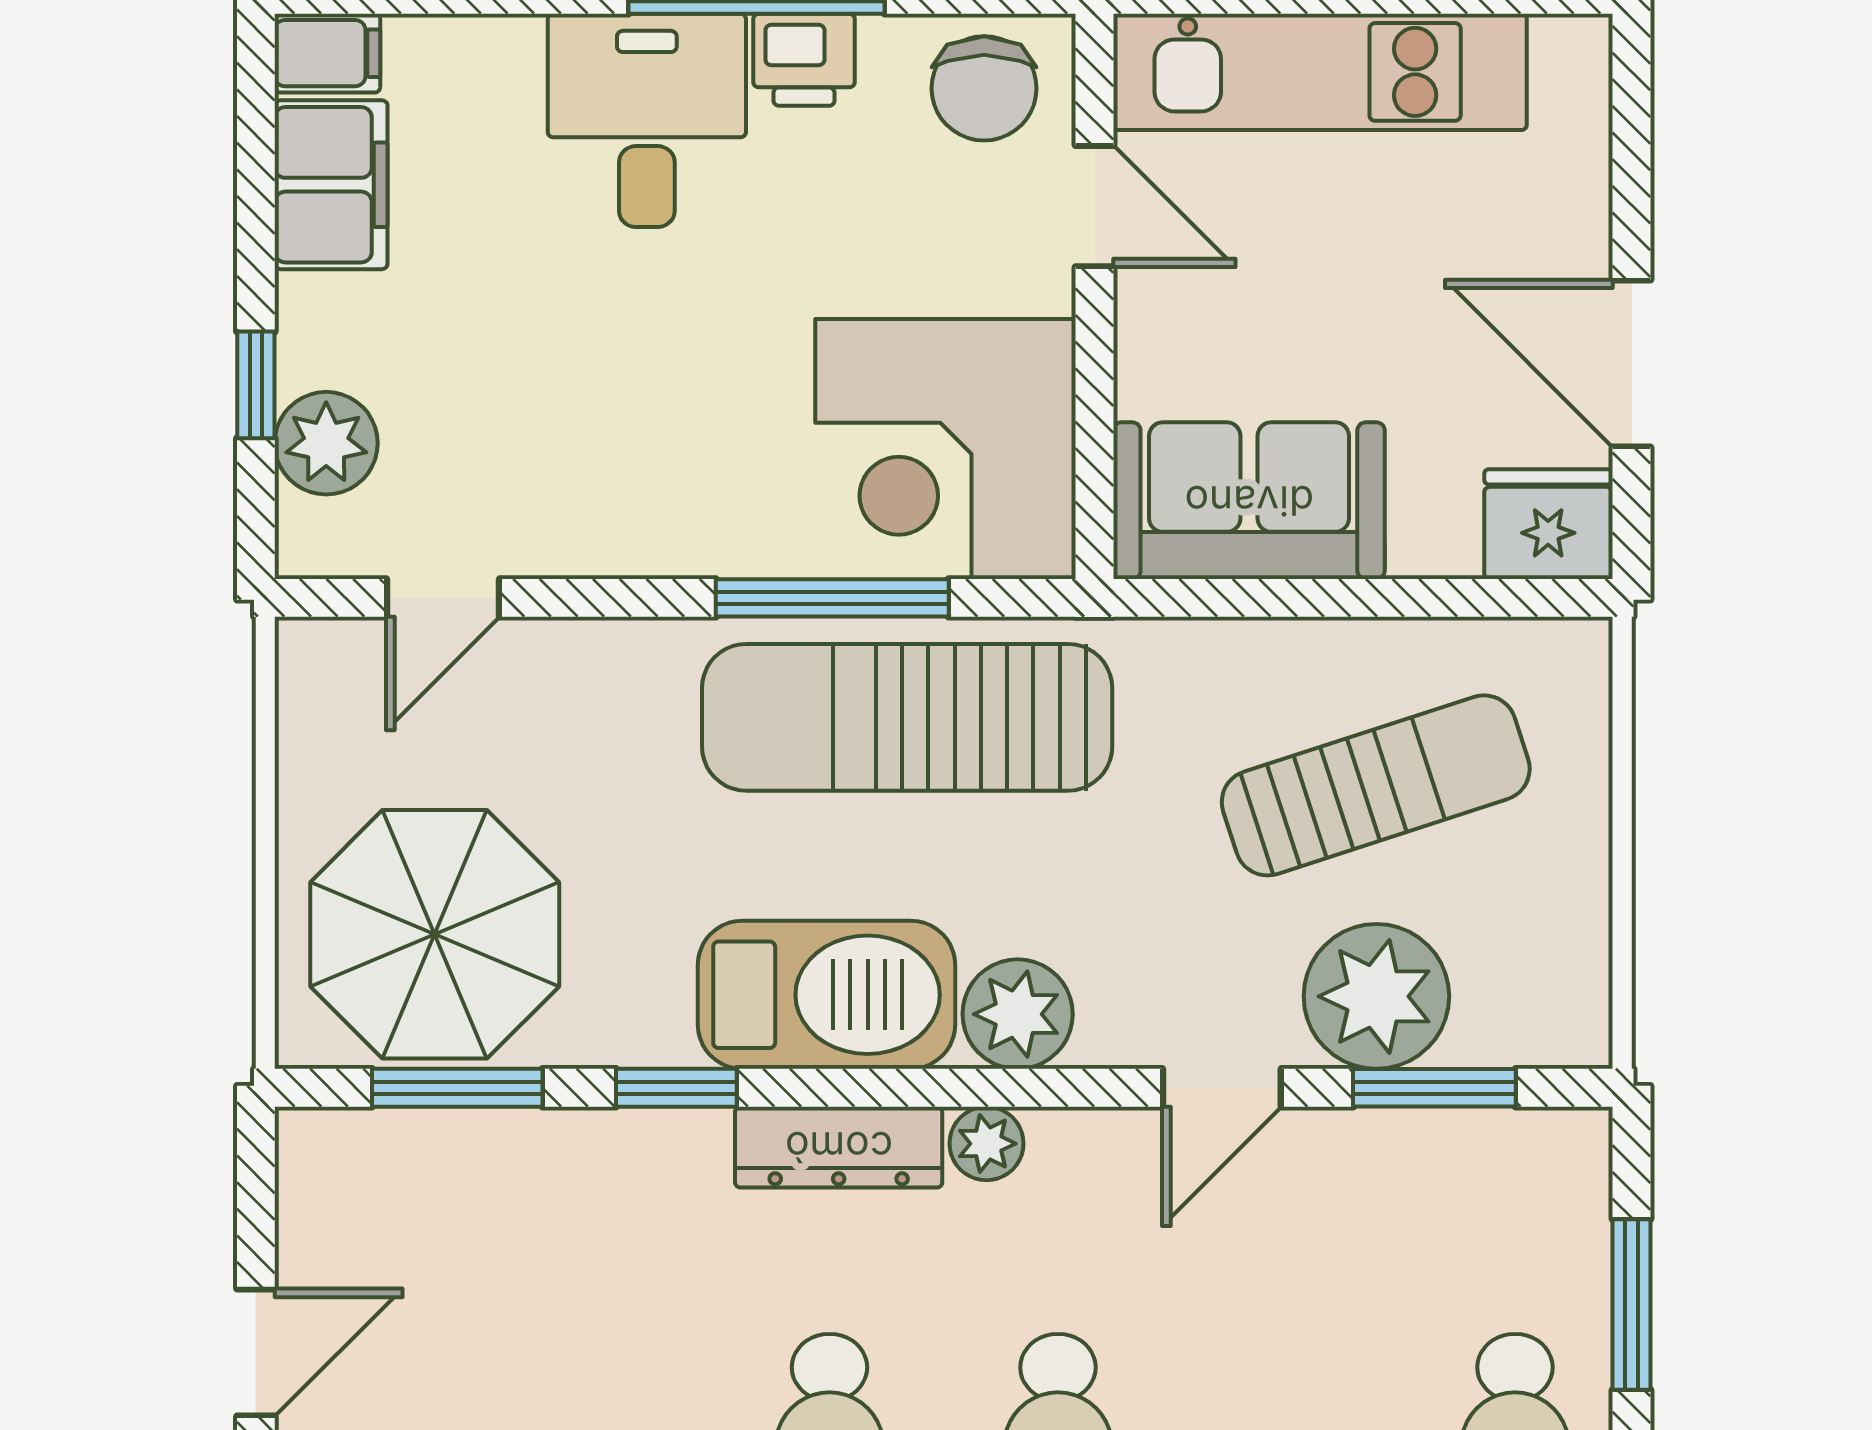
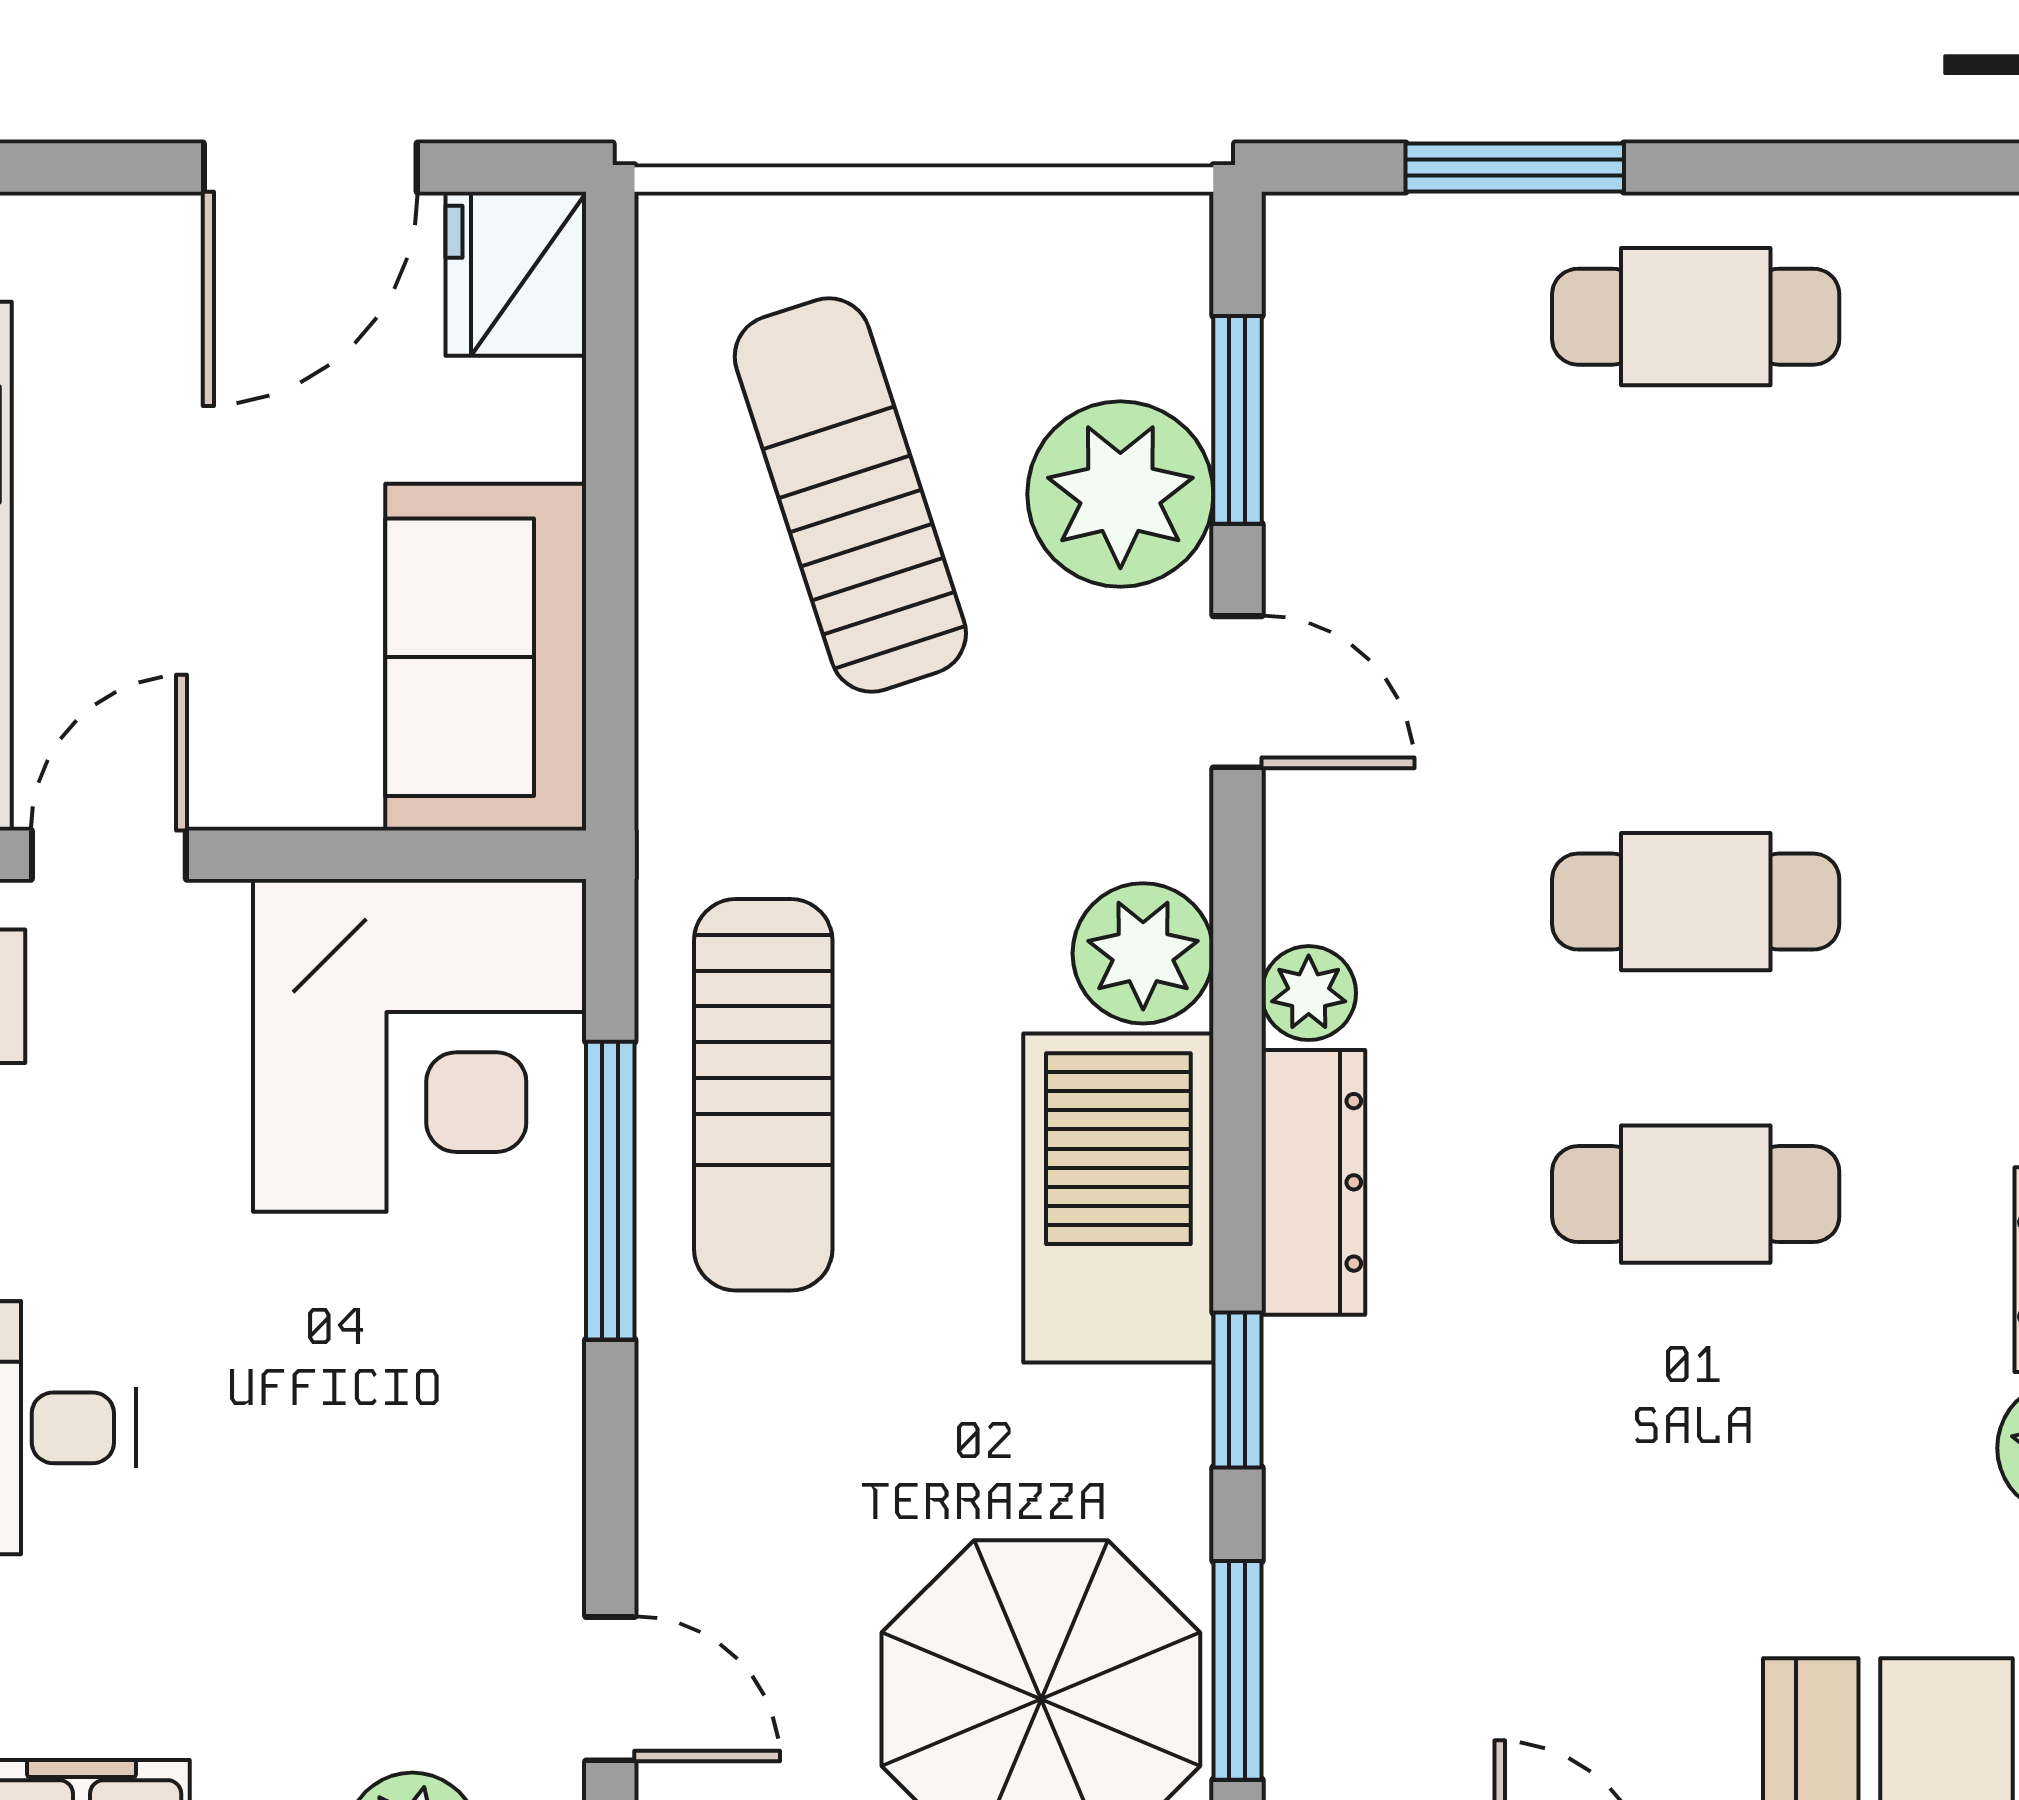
sun lounger: (907, 717) -> (763, 1095), width x0.73, depth x0.75

